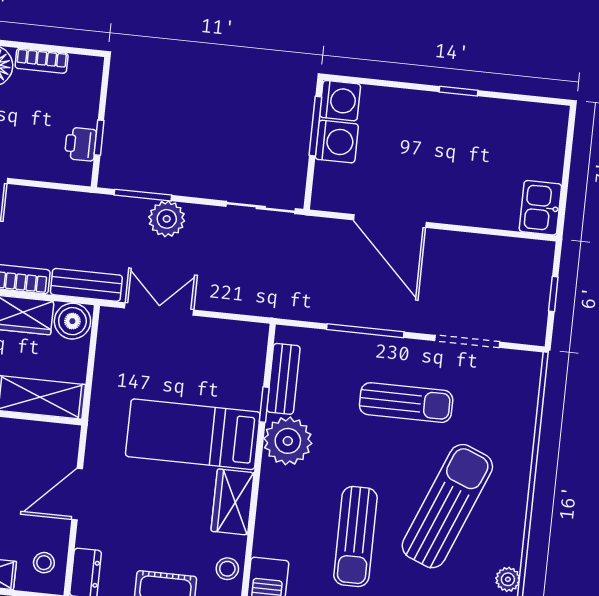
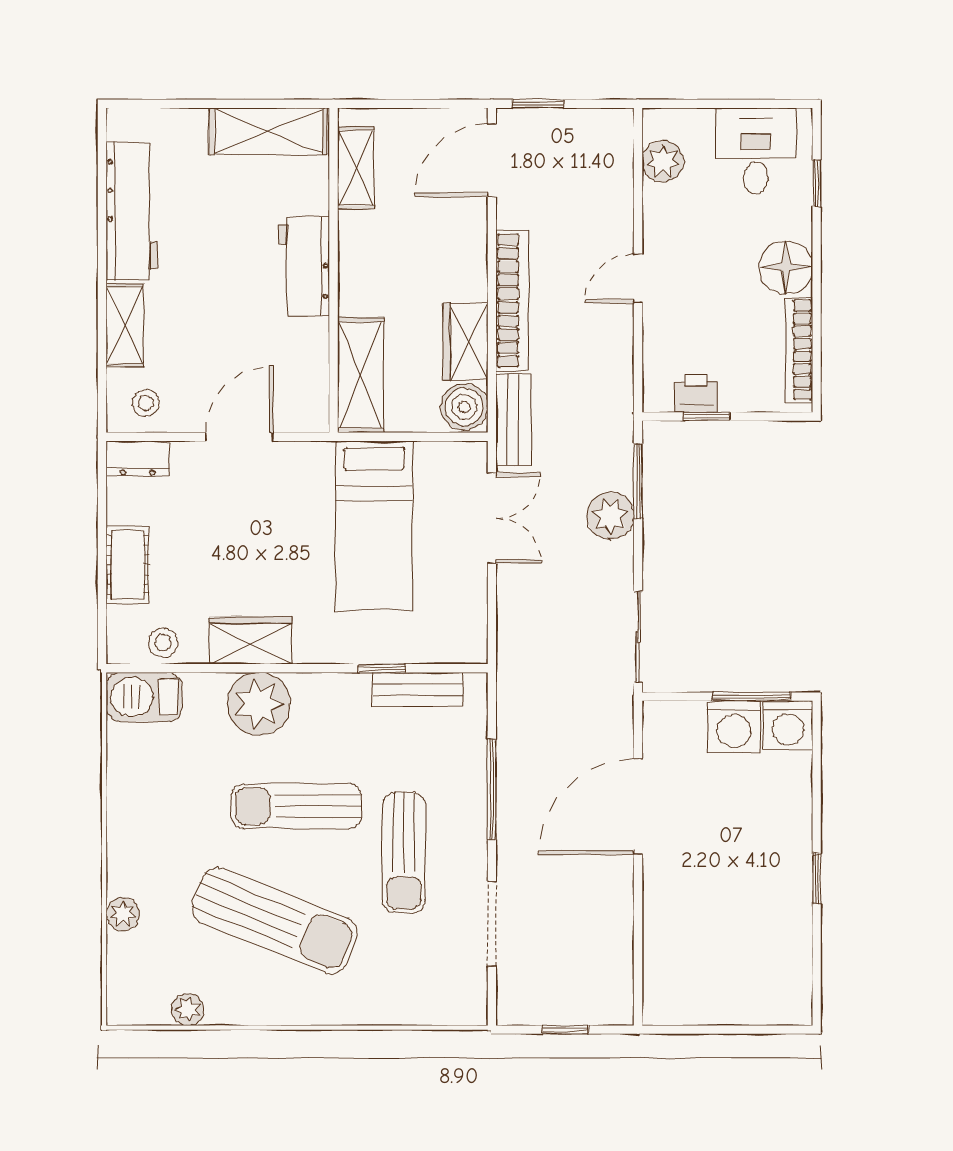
bookcase: (42, 61) -> (799, 350), width x1.56
kitchen sink: (540, 208) -> (676, 1001), removed
bed: (193, 434) -> (374, 526), moved, turned 180
plant: (288, 441) -> (259, 704), moved
door: (77, 494) -> (239, 437), hinge flipped
sun lounger: (355, 537) -> (296, 806), moved

